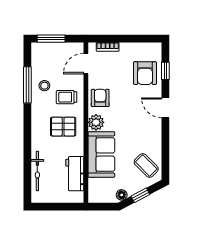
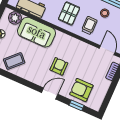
armchair: (100, 98) -> (59, 66), moved, turned -90
plant: (96, 122) -> (15, 18), moved

